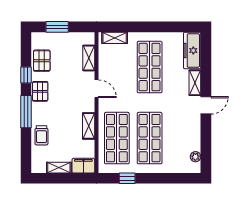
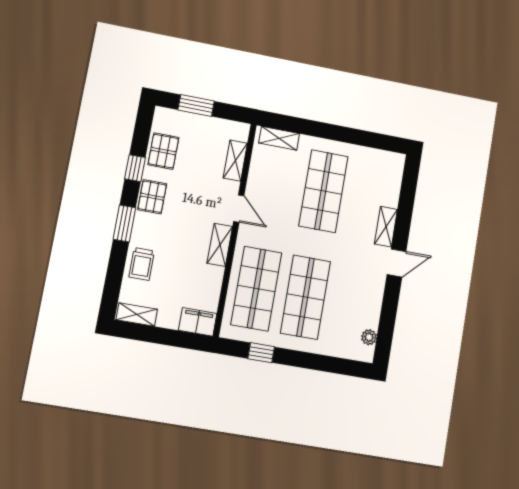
freezer: (192, 50) -> (390, 179), removed
window: (26, 112) -> (124, 223), width x0.69
shelving: (89, 126) -> (220, 245), moved
shelving: (59, 168) -> (137, 315), moved

